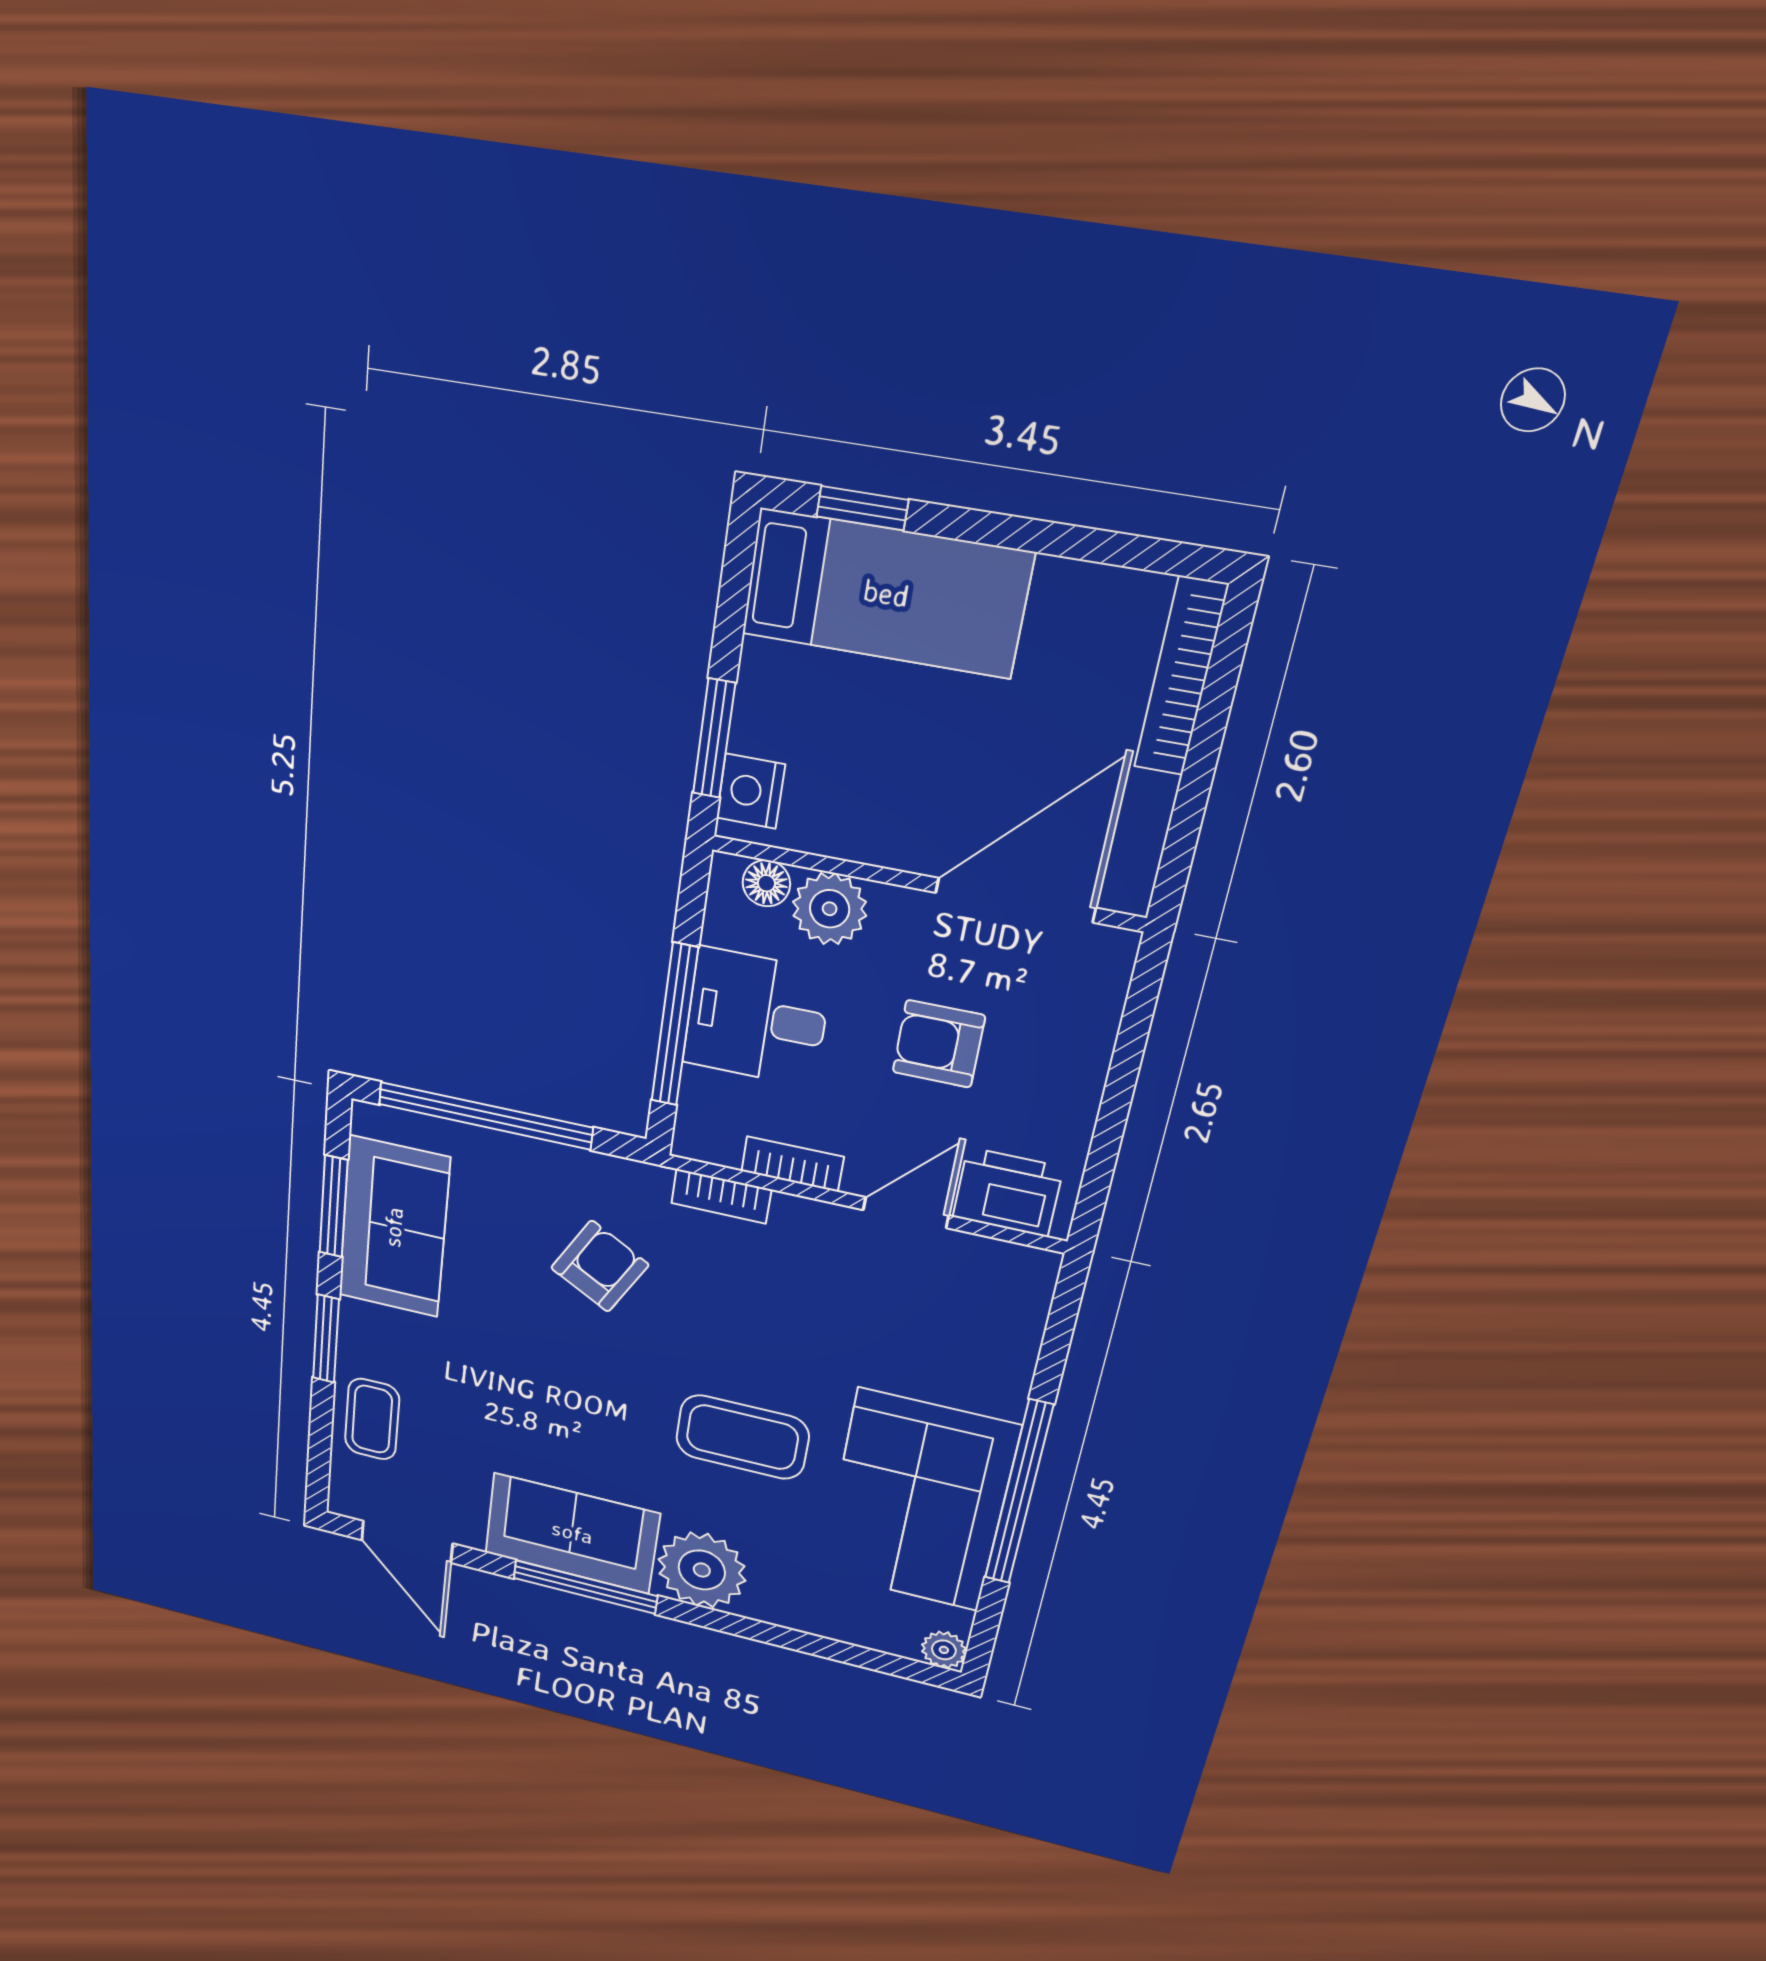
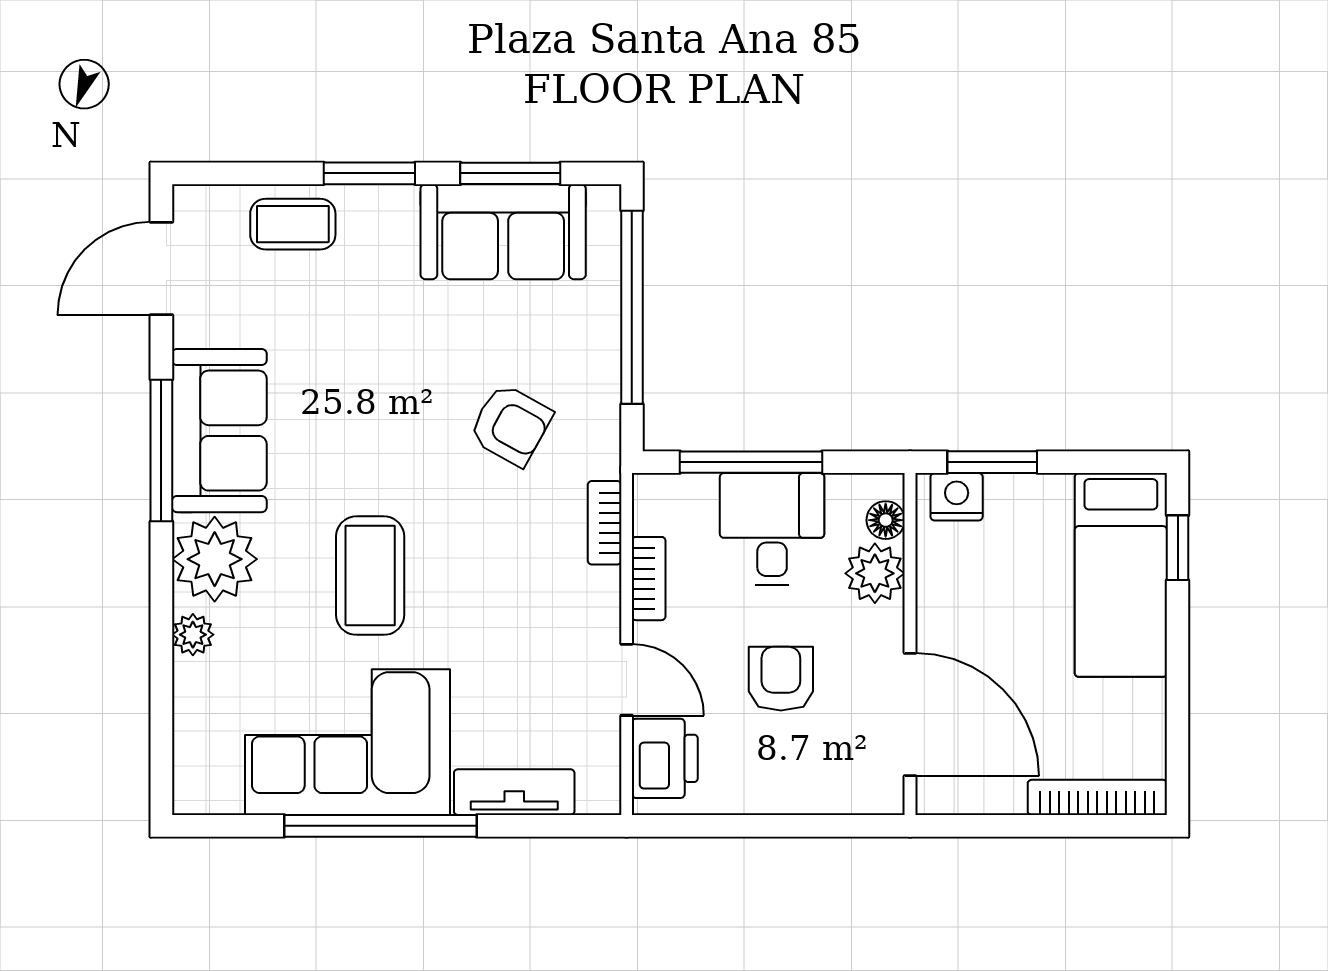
tv unit: (1011, 1356) -> (514, 792), added
plant: (944, 1650) -> (193, 635), moved

